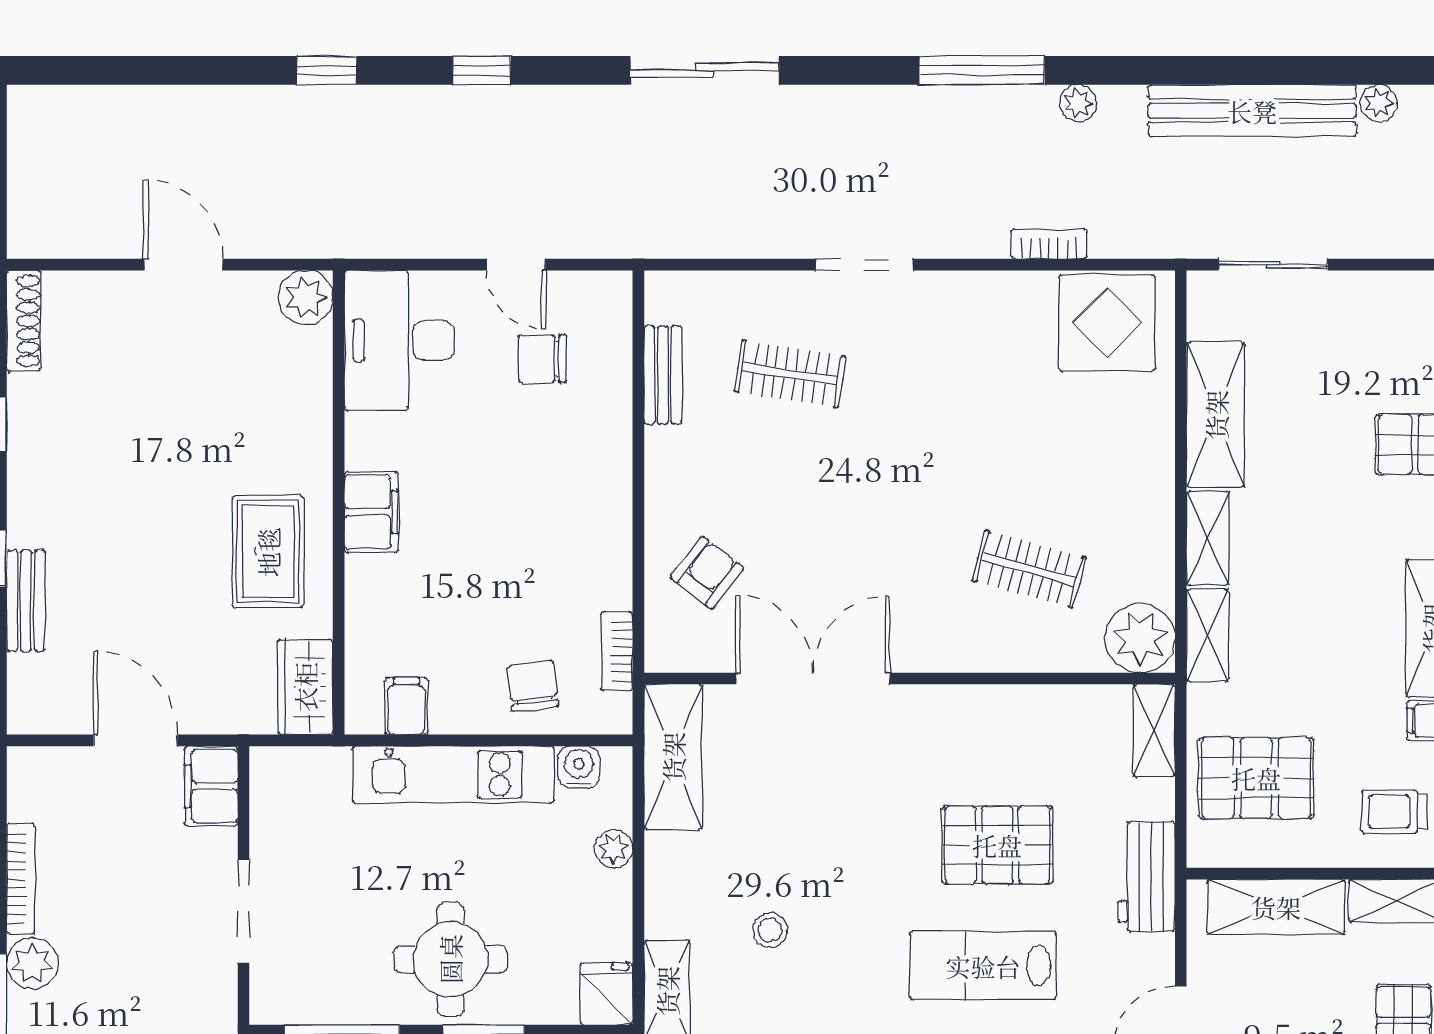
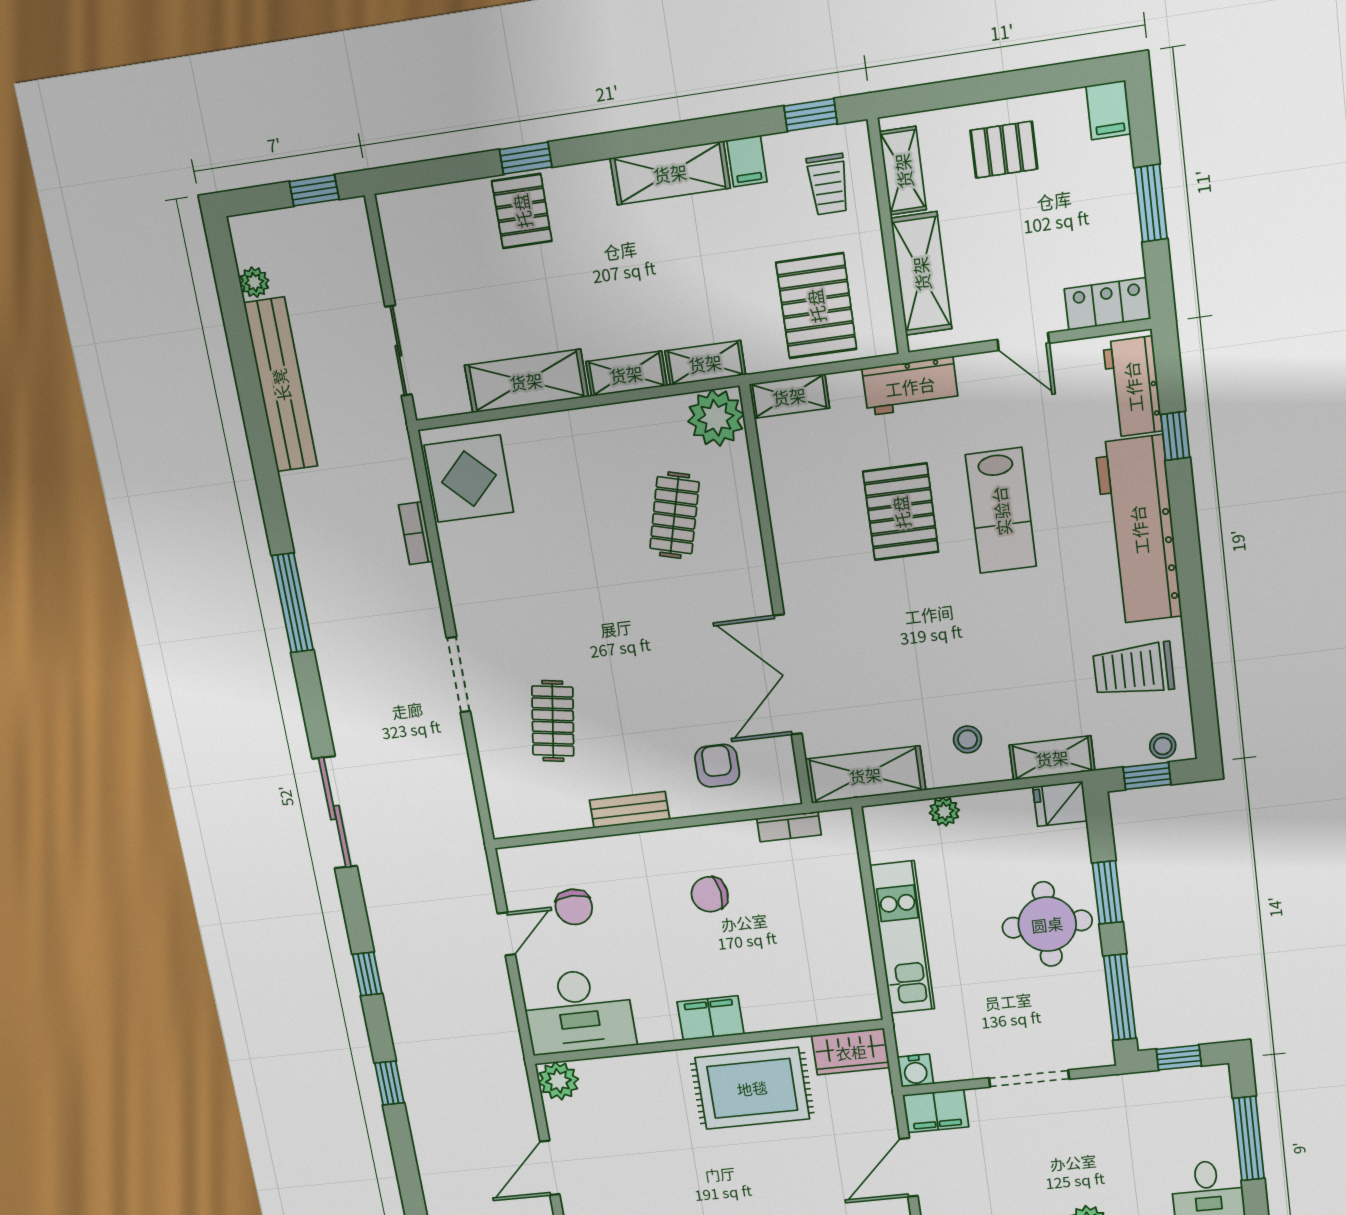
plant: (1078, 103) -> (303, 525), removed
bench: (663, 375) -> (630, 810), moved
rug: (268, 552) -> (752, 1088), width x1.36, depth x1.43
armchair: (707, 573) -> (717, 766), turned 53
chair: (533, 686) -> (710, 894), moved
filing cabinet: (406, 706) -> (854, 977), removed
water cooler: (579, 767) -> (915, 1070), moved, turned -90
stool: (770, 930) -> (968, 739), moved

